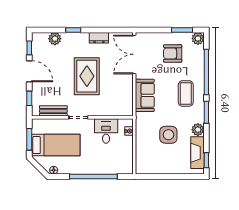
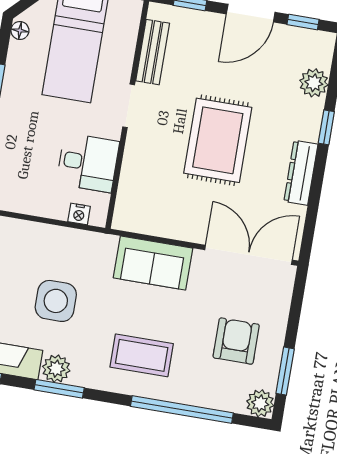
dresser: (99, 38) -> (301, 173), width x1.44
rug: (87, 76) -> (218, 140), turned 90
window: (206, 112) -> (59, 389), moved

